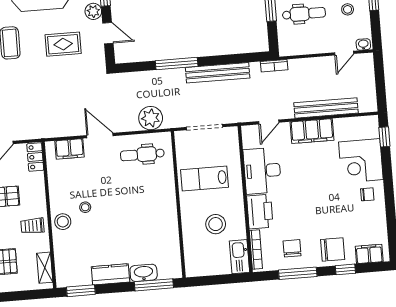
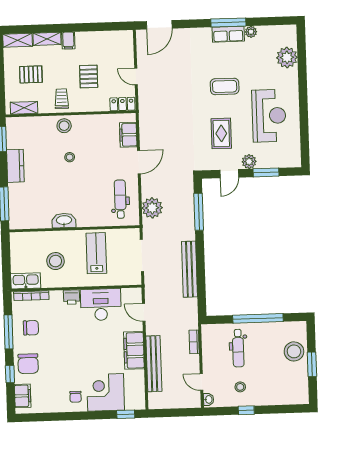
window: (177, 63) -> (199, 212), moved
bookcase: (274, 66) -> (194, 342), moved
stool: (85, 207) -> (70, 157), moved
printer: (260, 212) -> (72, 297), width x0.53, depth x0.68
washbasin: (144, 273) -> (64, 220), moved, turned -90

